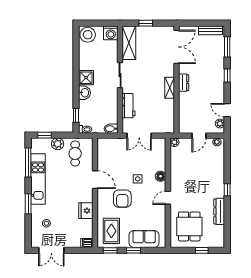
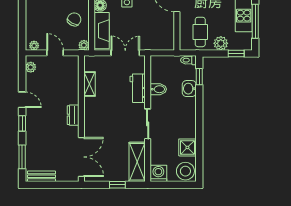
double door: (177, 47) -> (81, 157), swing flipped
shower: (86, 78) -> (187, 147), moved
shelving: (170, 88) -> (89, 84), moved
washbasin: (85, 93) -> (189, 89), moved
door: (227, 110) -> (22, 100), moved
bidet: (111, 129) -> (158, 89), moved
door: (199, 136) -> (55, 53), hinge flipped
fireplace: (159, 155) -> (102, 31), added
chair: (183, 164) -> (74, 19), added

